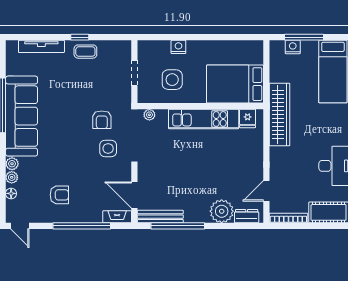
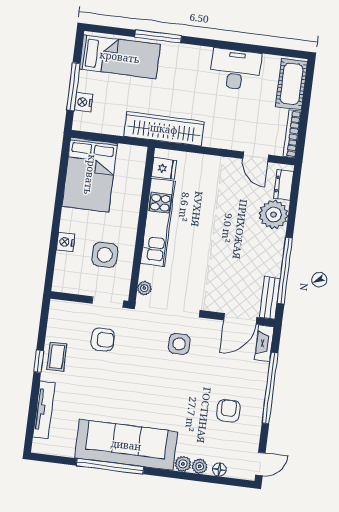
doorway: (134, 73) -> (108, 302), moved
bed: (235, 84) -> (90, 175), moved
armchair: (102, 120) -> (103, 339), moved
bench: (160, 217) -> (270, 298), width x0.73

